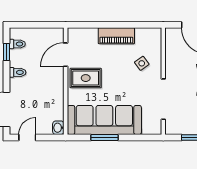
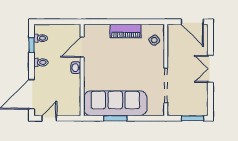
side table: (142, 63) -> (154, 40), moved
rug: (86, 78) -> (99, 67), removed
washbasin: (58, 128) -> (76, 68), moved

